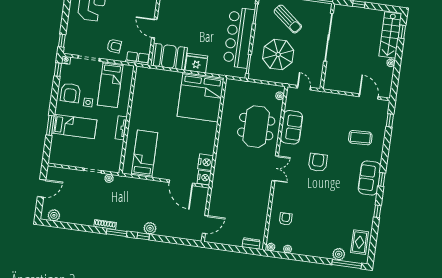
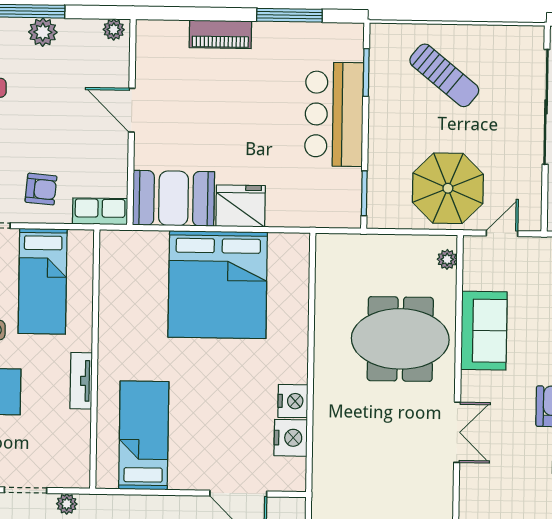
door: (154, 28) -> (132, 110), moved
bar counter: (239, 37) -> (334, 114), width x0.73
parasol: (278, 55) -> (448, 188), moved
door: (304, 88) -> (502, 233), hinge flipped
bed: (200, 97) -> (218, 285), moved
meeting table: (256, 127) -> (400, 339), turned 90
nightstand: (204, 178) -> (293, 401), moved

